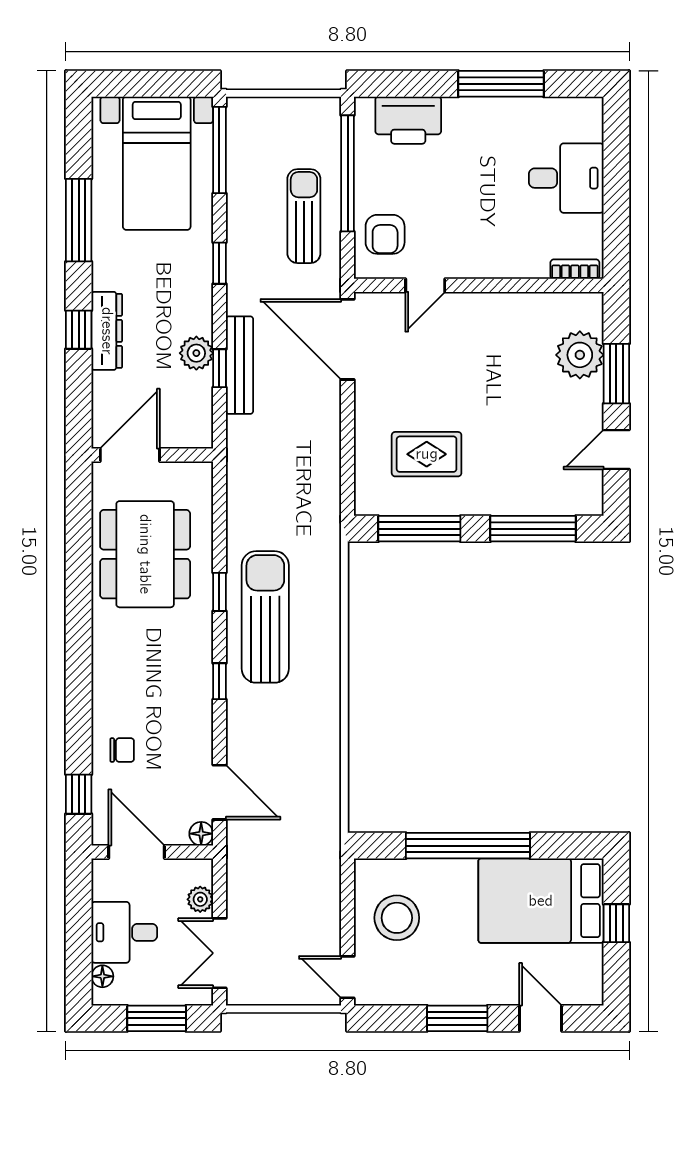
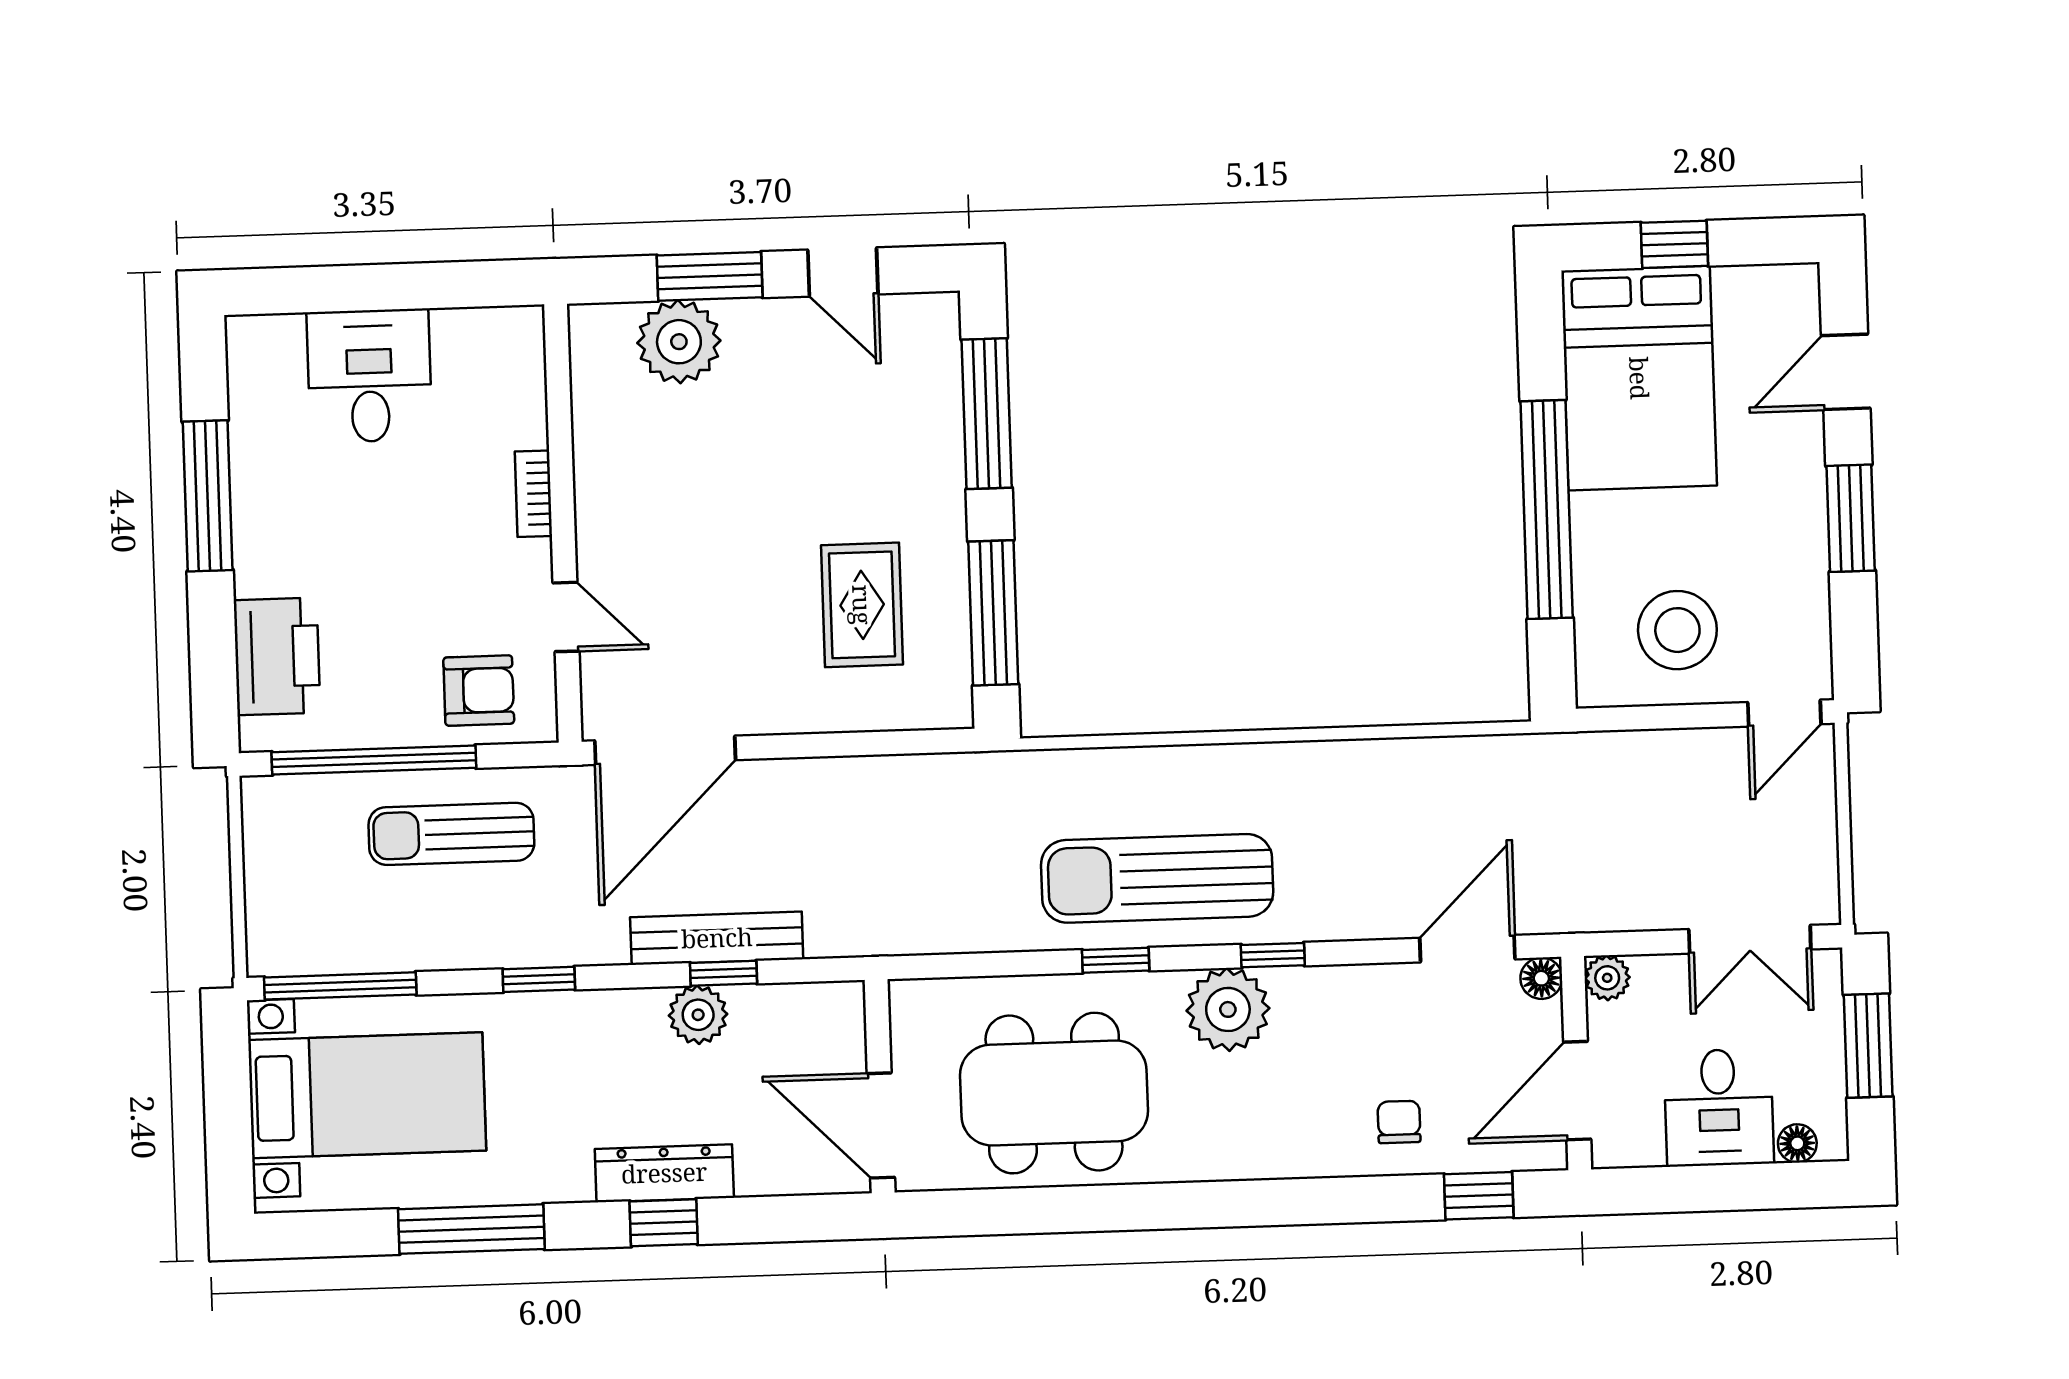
bookcase: (575, 269) -> (533, 494), moved
plant: (189, 655) -> (1228, 1009), added
plant: (200, 899) -> (1607, 978), moved

